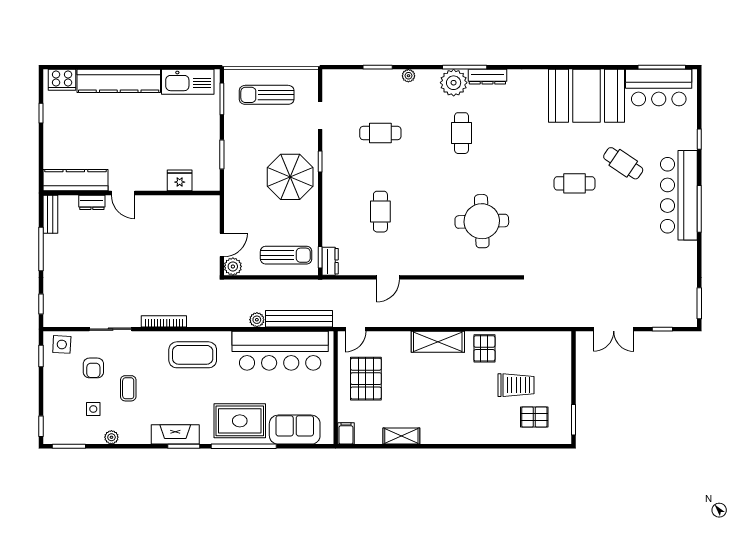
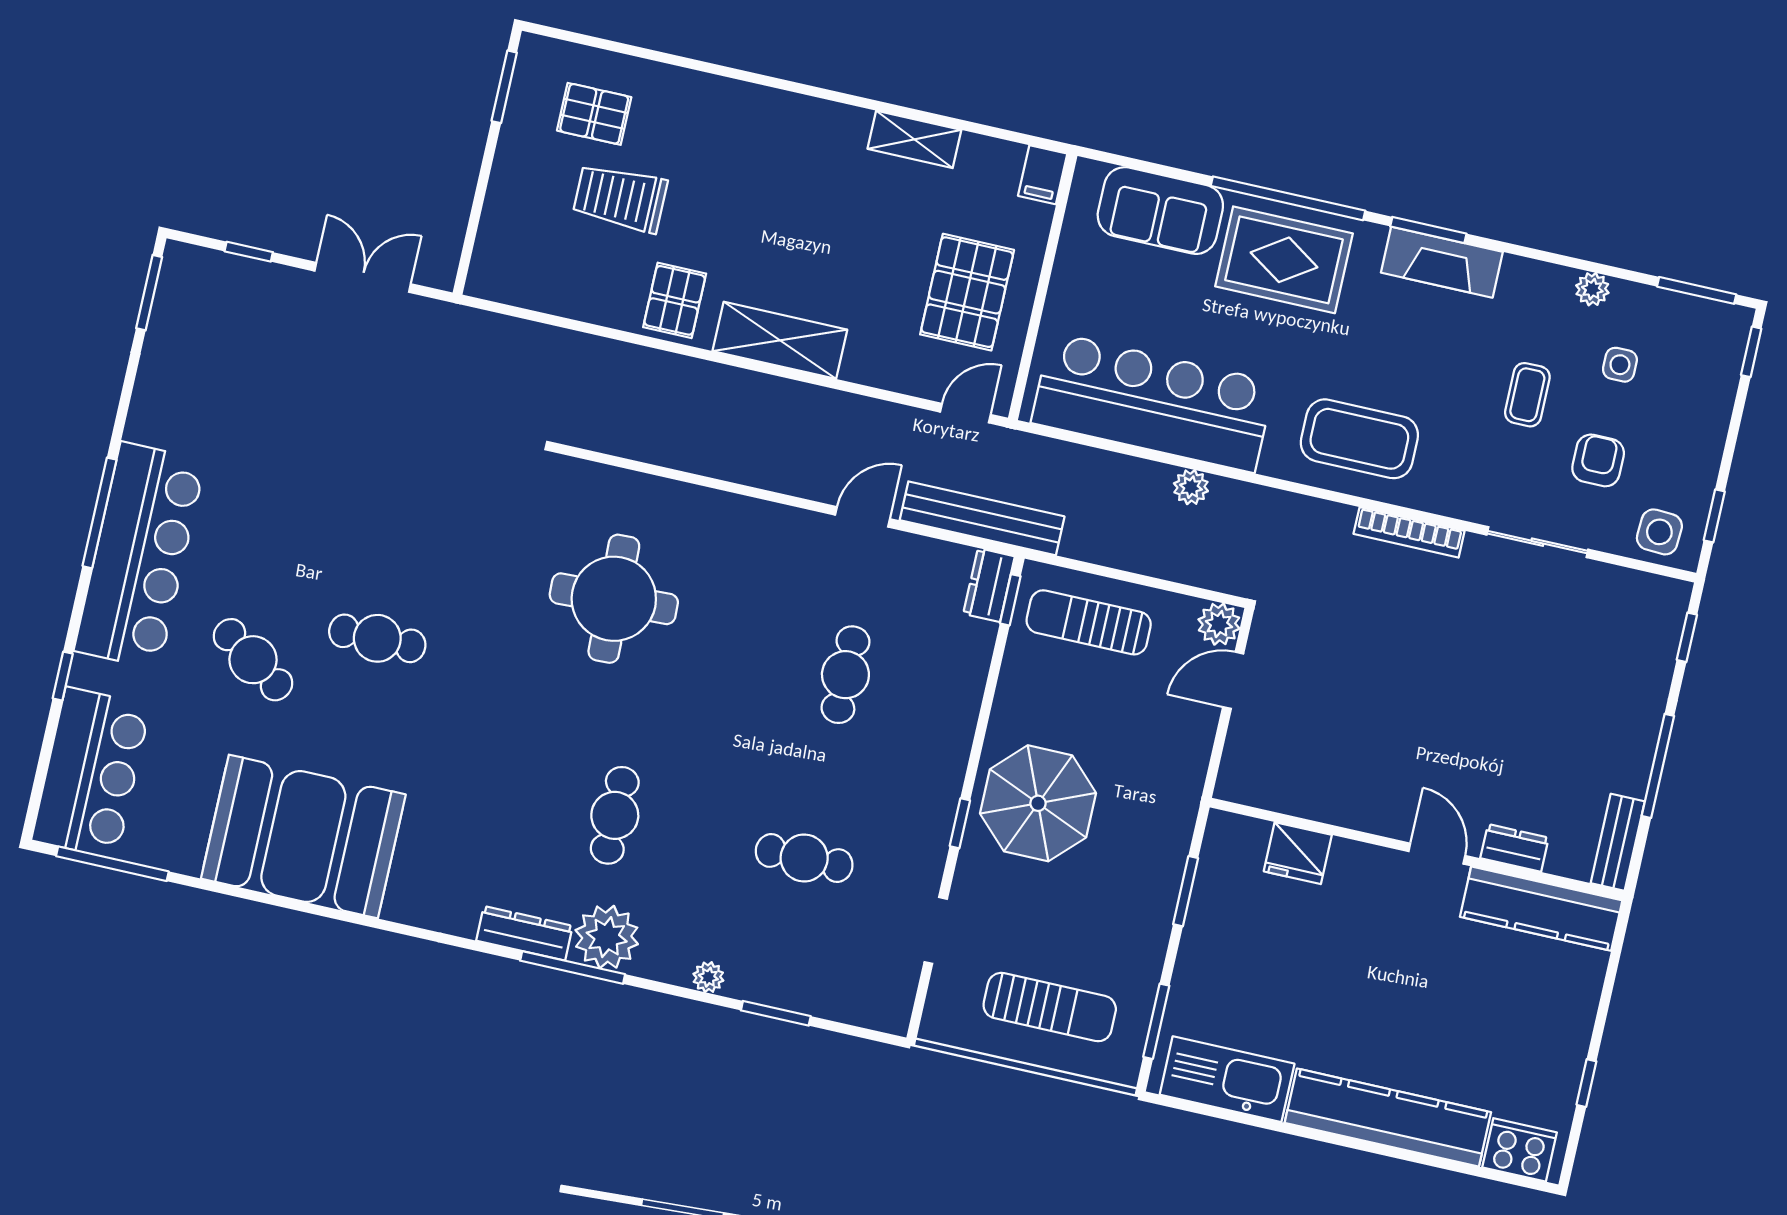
bar counter: (659, 88) -> (91, 773), moved, turned 90
bench: (299, 319) -> (982, 518), moved

